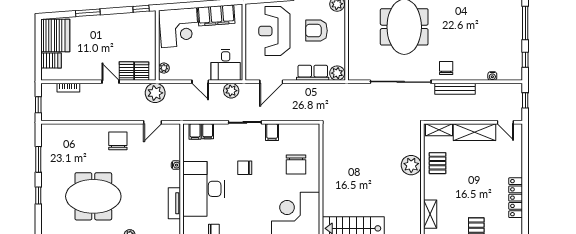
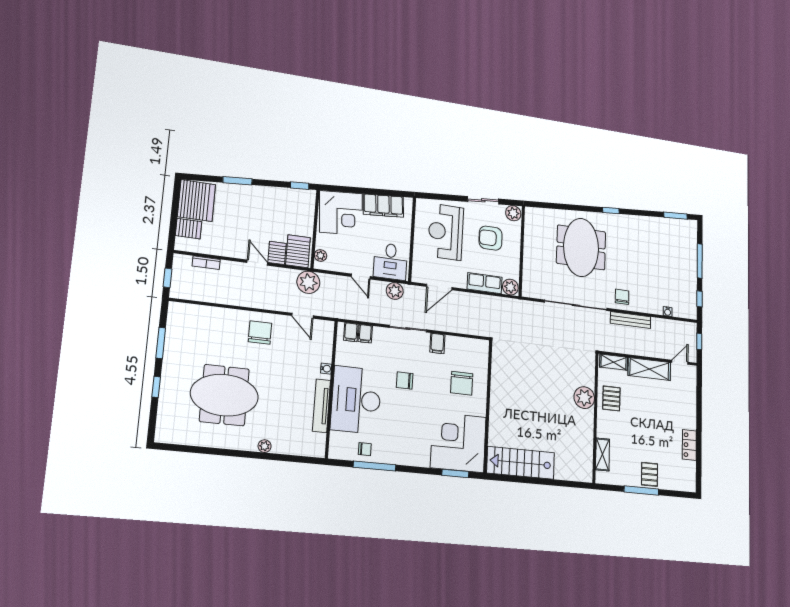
server rack: (142, 71) -> (298, 251), width x1.36, depth x1.44
door: (152, 122) -> (303, 316), hinge flipped
door: (505, 122) -> (680, 362), swing flipped
locker: (516, 198) -> (689, 445), width x0.66
tv unit: (174, 203) -> (321, 406), width x1.41

